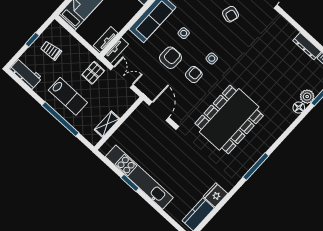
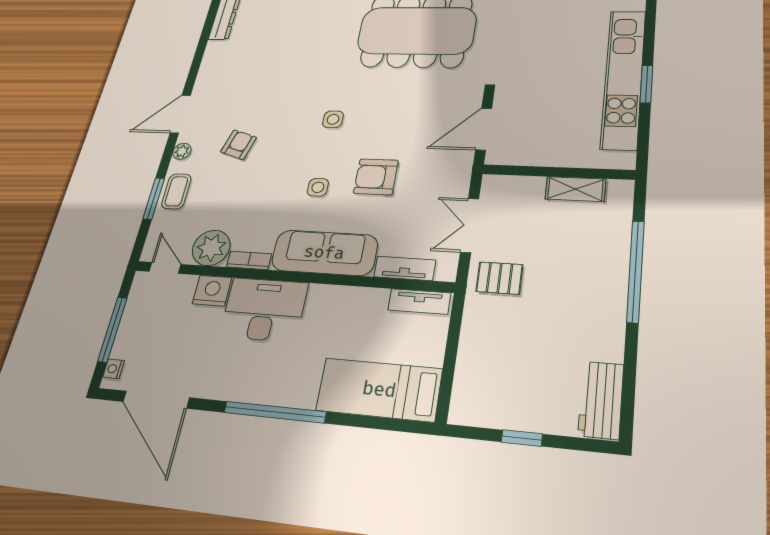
trolley: (51, 50) -> (516, 385), removed
tv unit: (116, 50) -> (405, 268), moved
armchair: (194, 75) -> (380, 125), removed
lab bench: (68, 96) -> (580, 289), removed

